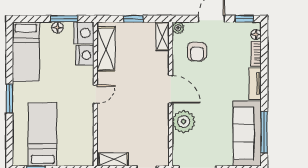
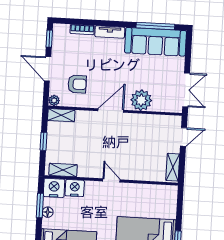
floor lamp: (256, 35) -> (64, 29), removed
shelving: (106, 49) -> (63, 170), width x0.67, depth x0.75

